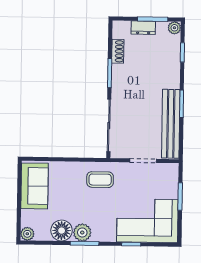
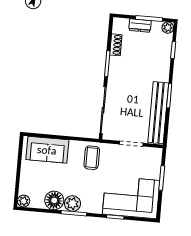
coffee table: (100, 180) -> (92, 158), turned 90
sofa: (35, 186) -> (47, 150), moved, turned 90

